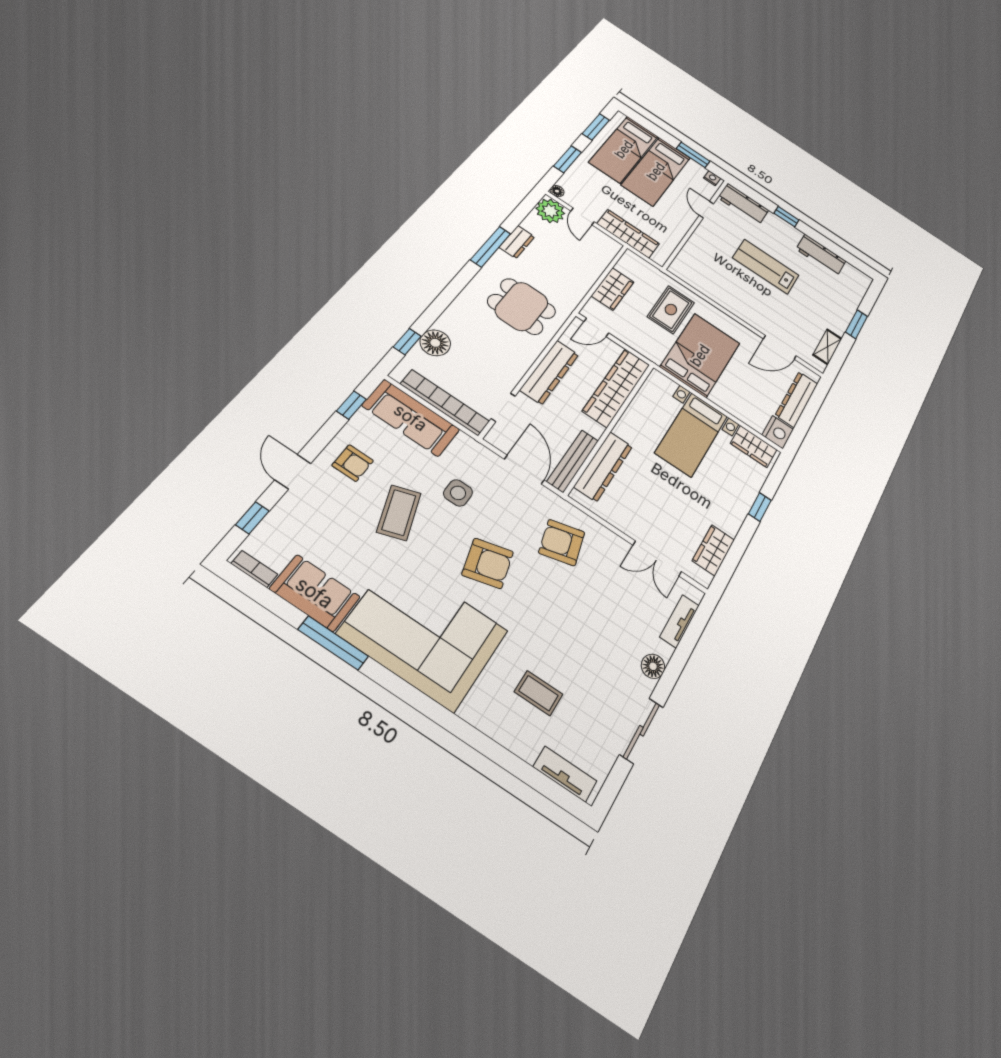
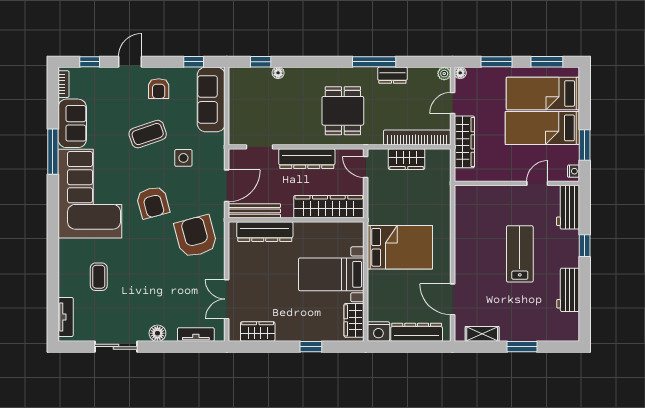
plant: (550, 211) -> (444, 74), width x0.53, depth x0.53
rug: (671, 310) -> (422, 207), removed
floor lamp: (435, 343) -> (278, 73), width x0.53, depth x0.53
bookcase: (445, 403) -> (417, 137), moved, turned -90
armchair: (562, 543) -> (196, 236), width x1.36, depth x1.36

